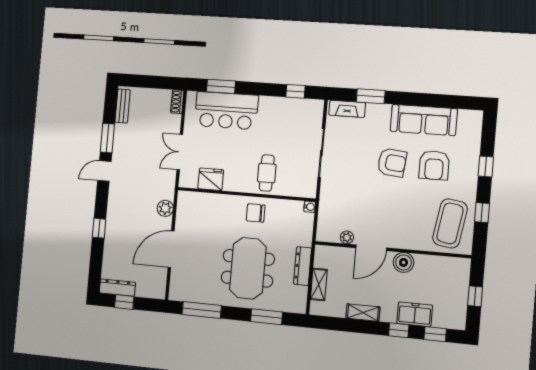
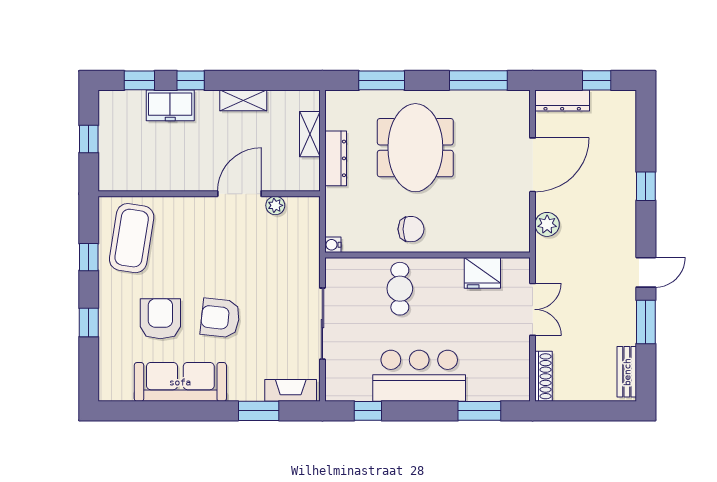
shoe rack: (177, 102) -> (544, 376), width x1.43
bar counter: (226, 111) -> (419, 376), moved
boiler: (404, 262) -> (192, 177), removed
dresser: (117, 288) -> (562, 100), moved

